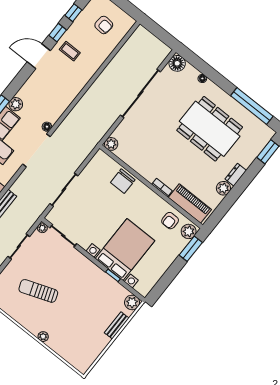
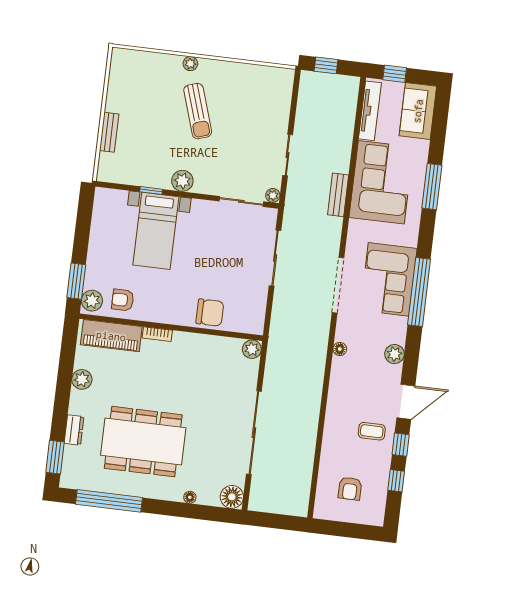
armchair: (104, 25) -> (350, 489), turned -95
plant: (16, 104) -> (394, 354), moved
floor lamp: (47, 127) -> (340, 349), moved
dresser: (236, 175) -> (74, 430), moved
chair: (123, 181) -> (210, 313), turned 90
armchair: (170, 221) -> (123, 300), turned -90
bed with nightstands: (125, 250) -> (156, 231), width x0.73
sun lounger: (38, 291) -> (198, 111), moved, turned 92
plant: (132, 302) -> (182, 181), moved

